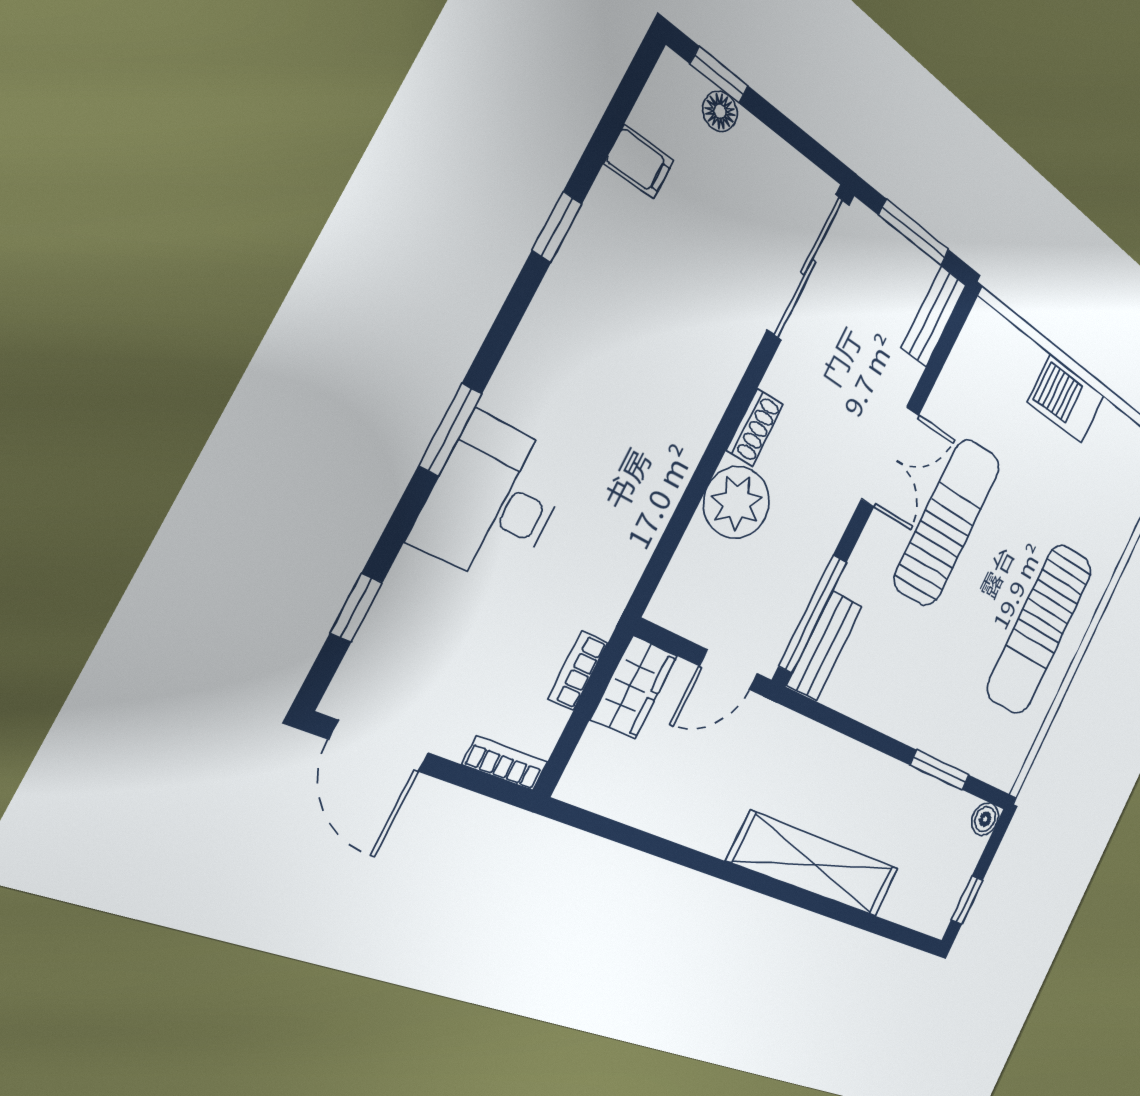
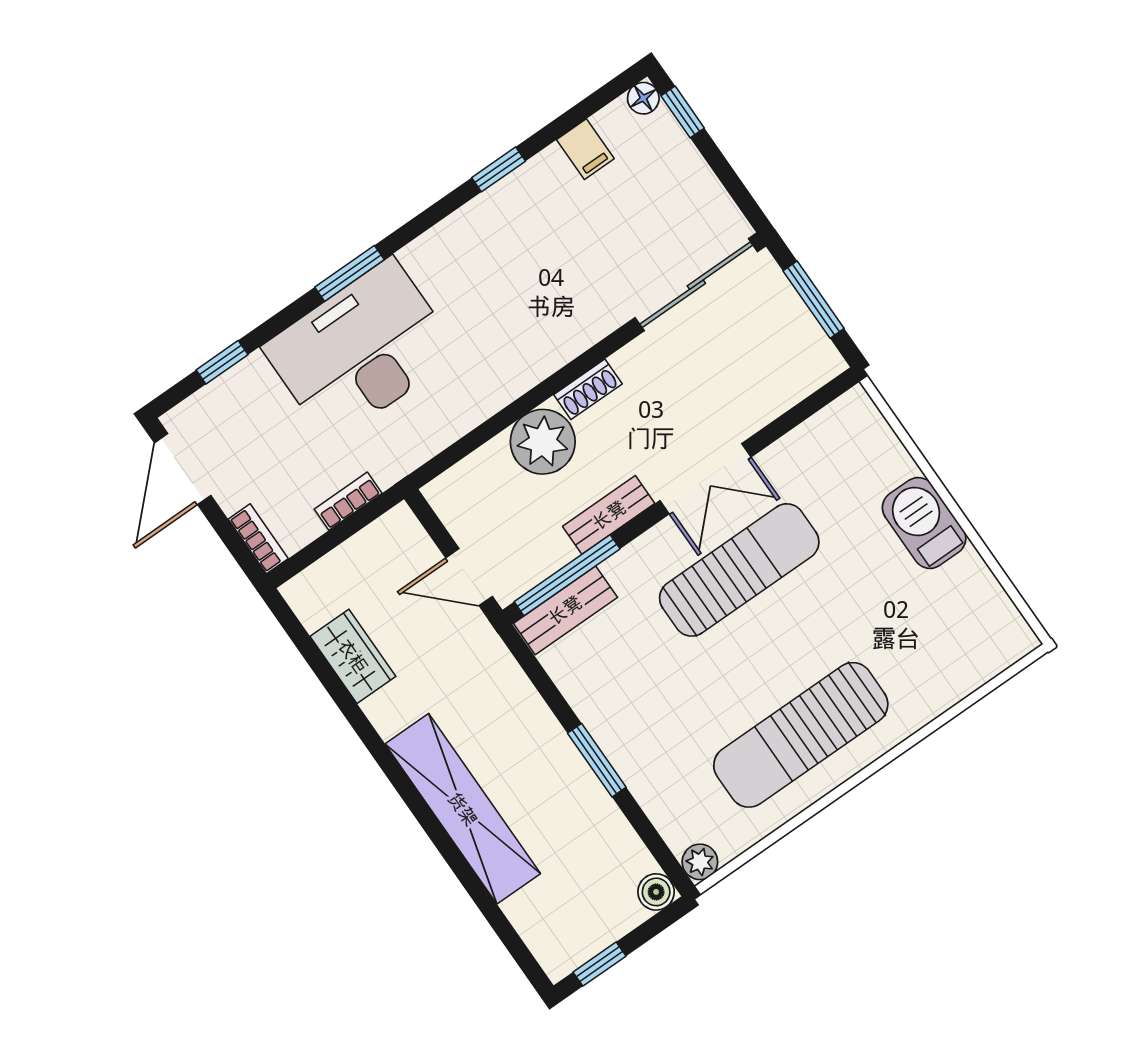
floor lamp: (720, 111) -> (643, 98), moved
bench: (934, 316) -> (609, 515), moved
desk: (493, 501) -> (361, 350), width x1.36, depth x1.30
wardrobe: (634, 687) -> (353, 656), moved, turned -90
window: (940, 770) -> (597, 760), moved
plant: (1006, 775) -> (700, 862), added

